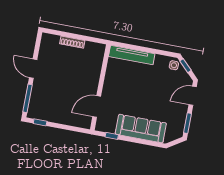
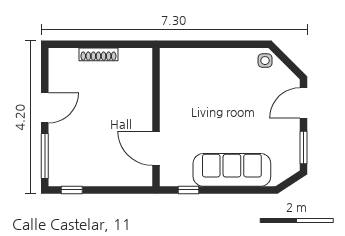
tv unit: (132, 55) -> (196, 57), removed
window: (186, 66) -> (283, 58), removed
door: (33, 69) -> (45, 108), swing flipped
door: (97, 106) -> (156, 148), hinge flipped

